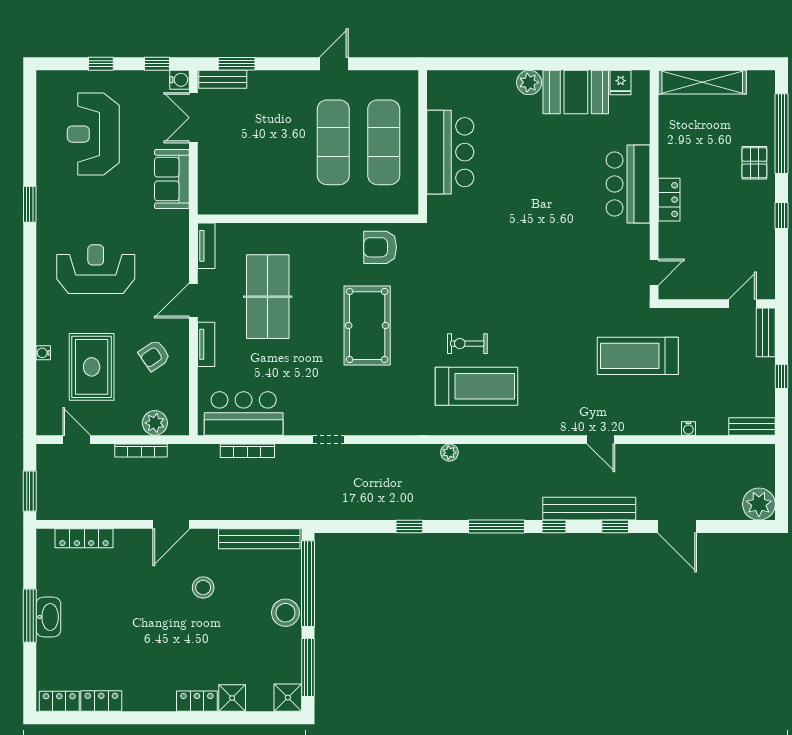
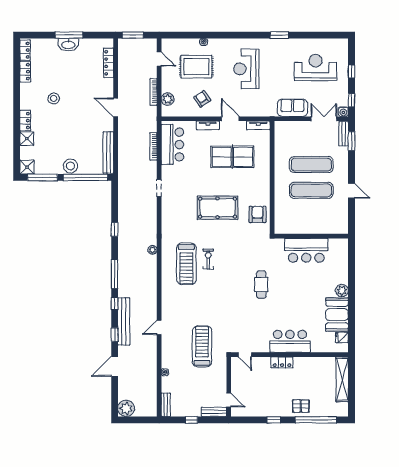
exercise mat: (384, 142) -> (311, 165), moved
cafe table: (517, 240) -> (261, 285), added
reception desk: (96, 269) -> (246, 69), turned 180
door: (77, 440) -> (159, 59), hinge flipped
stool: (203, 587) -> (54, 98), moved

